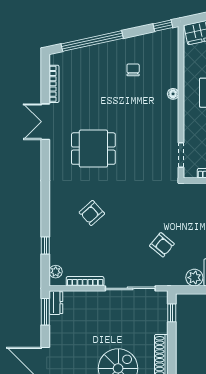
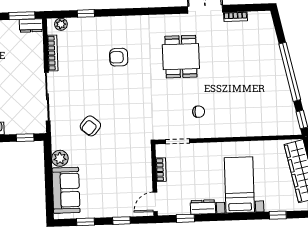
window: (92, 41) -> (290, 72), moved
chair: (133, 70) -> (199, 112), moved
bookcase: (54, 84) -> (235, 17), width x0.64
floor lamp: (173, 94) -> (236, 132), removed
armchair: (92, 213) -> (119, 57), turned -48

